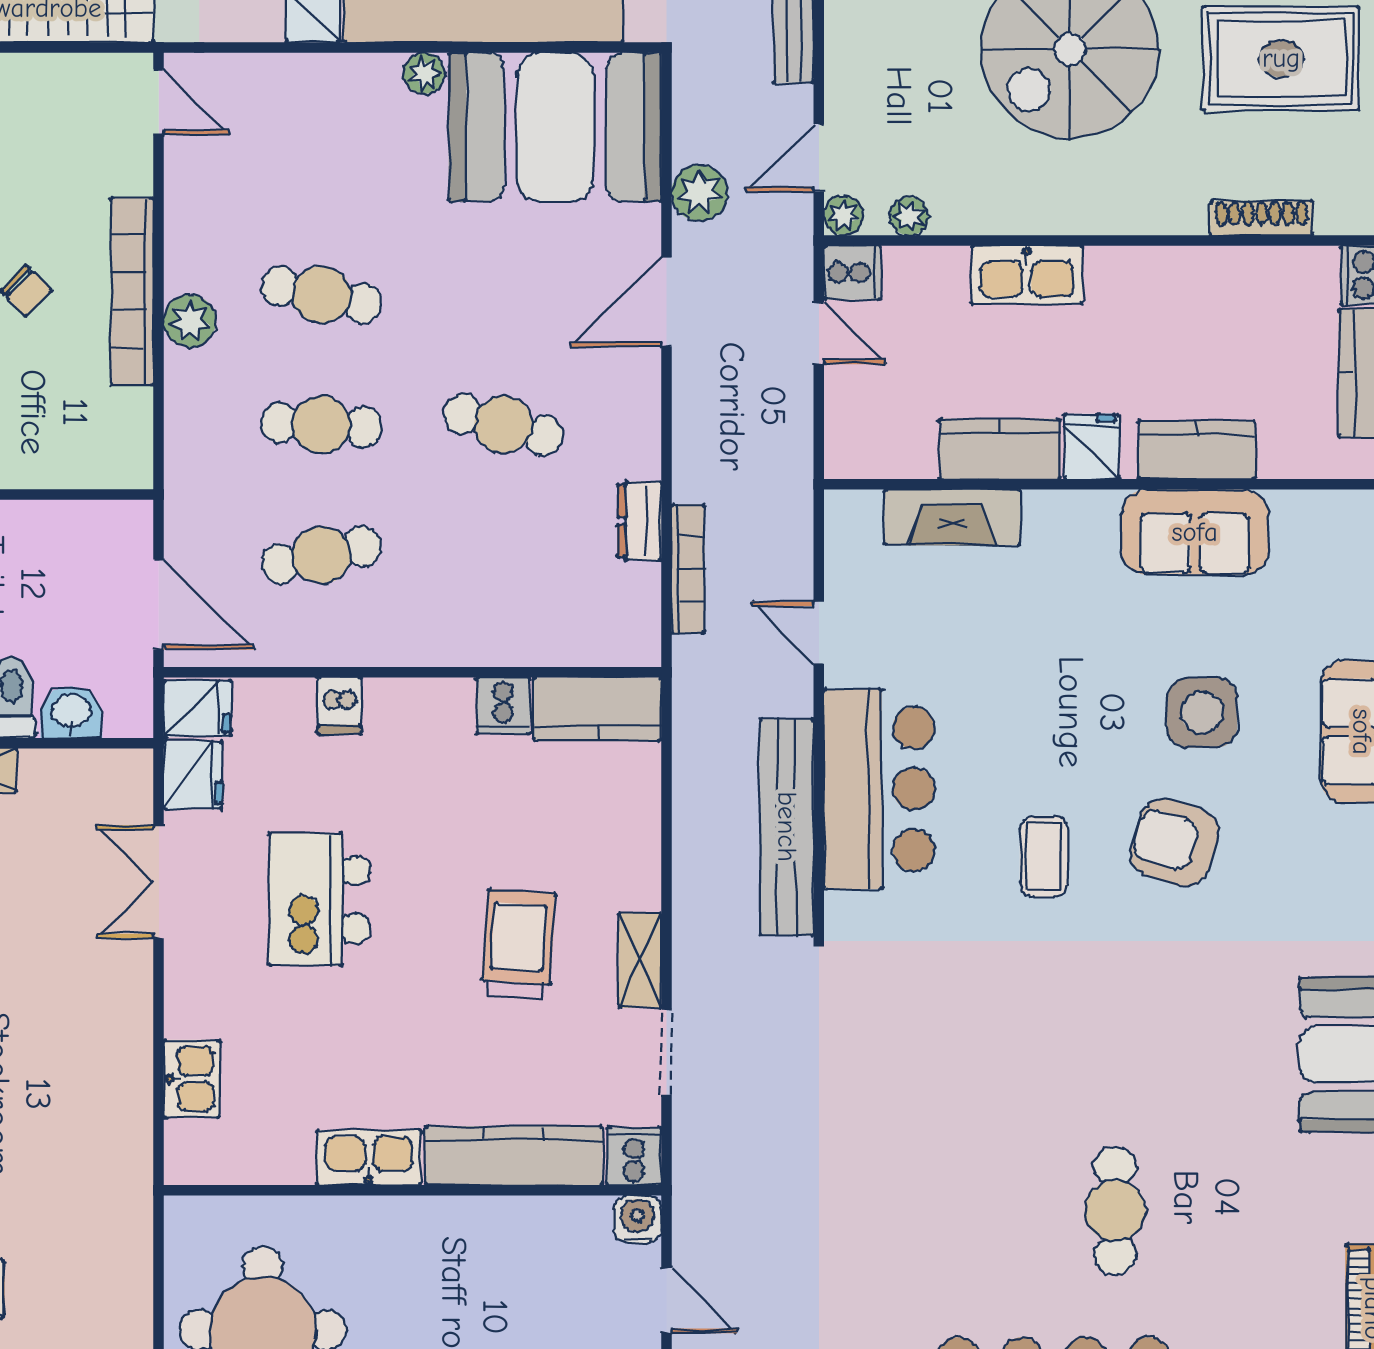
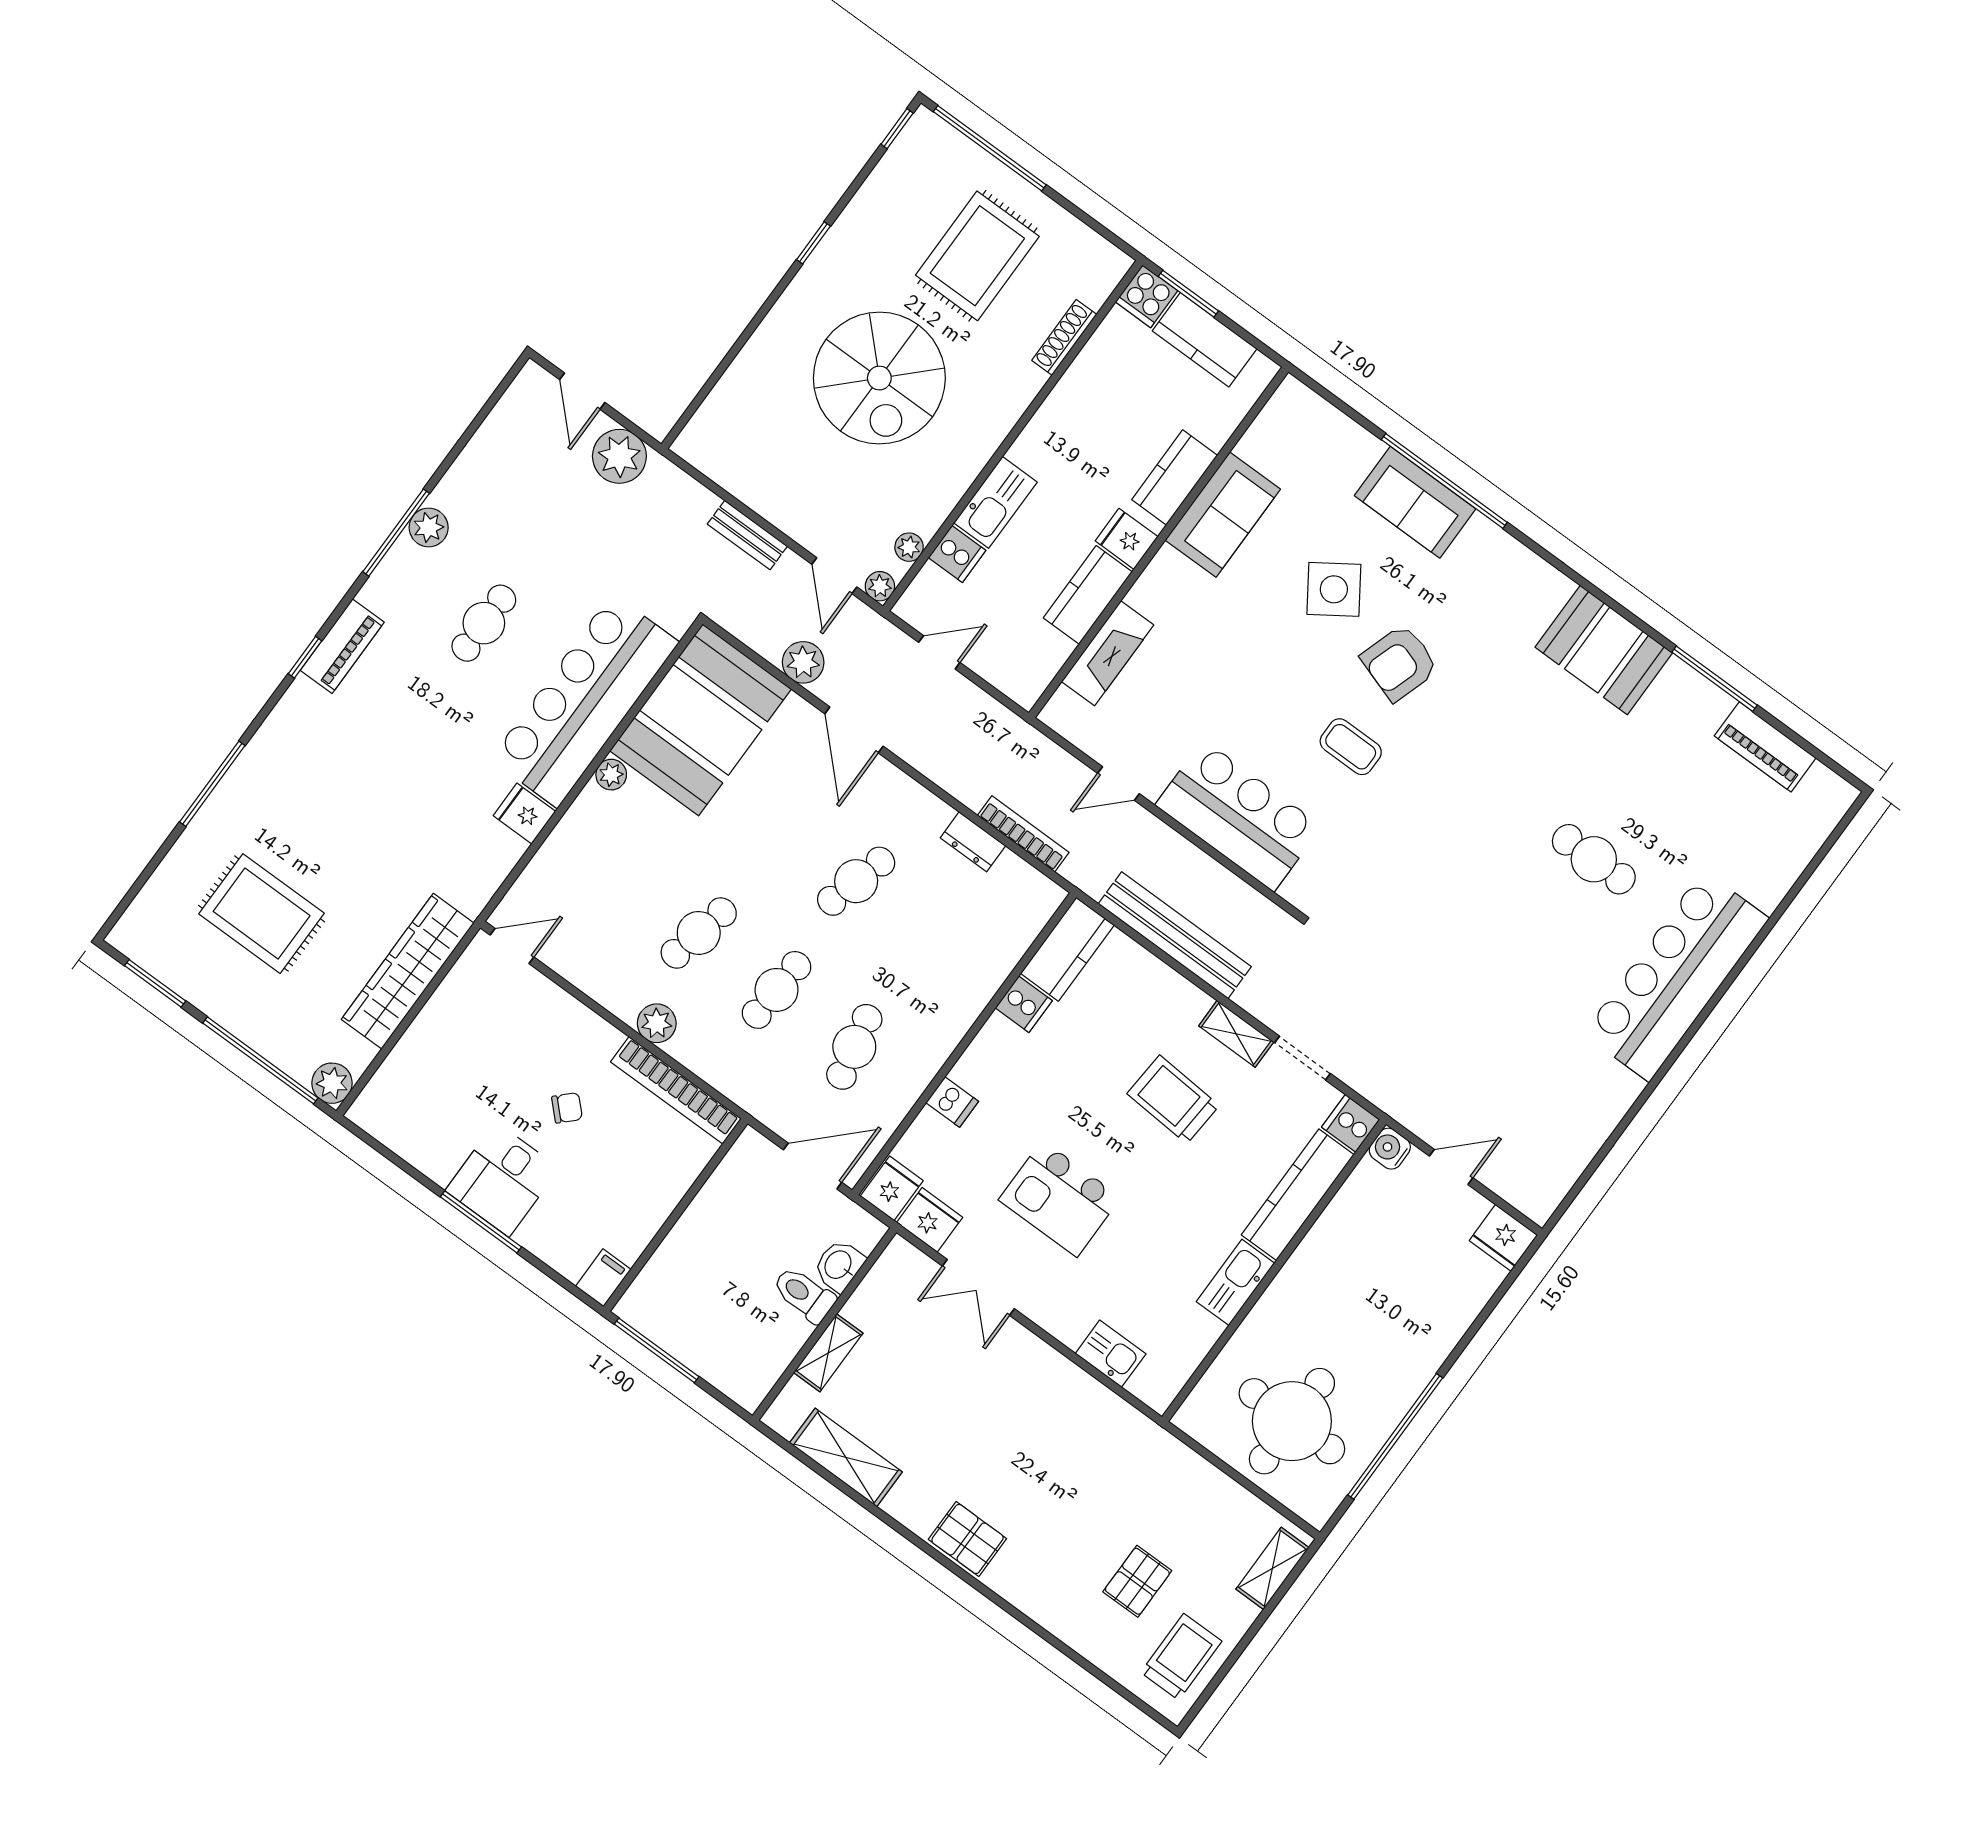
cooker: (852, 273) -> (957, 554), moved, turned 90
bookcase: (132, 291) -> (676, 1090), moved
side table: (1202, 712) -> (1334, 589), turned -34
bench: (787, 827) -> (1175, 935), moved

